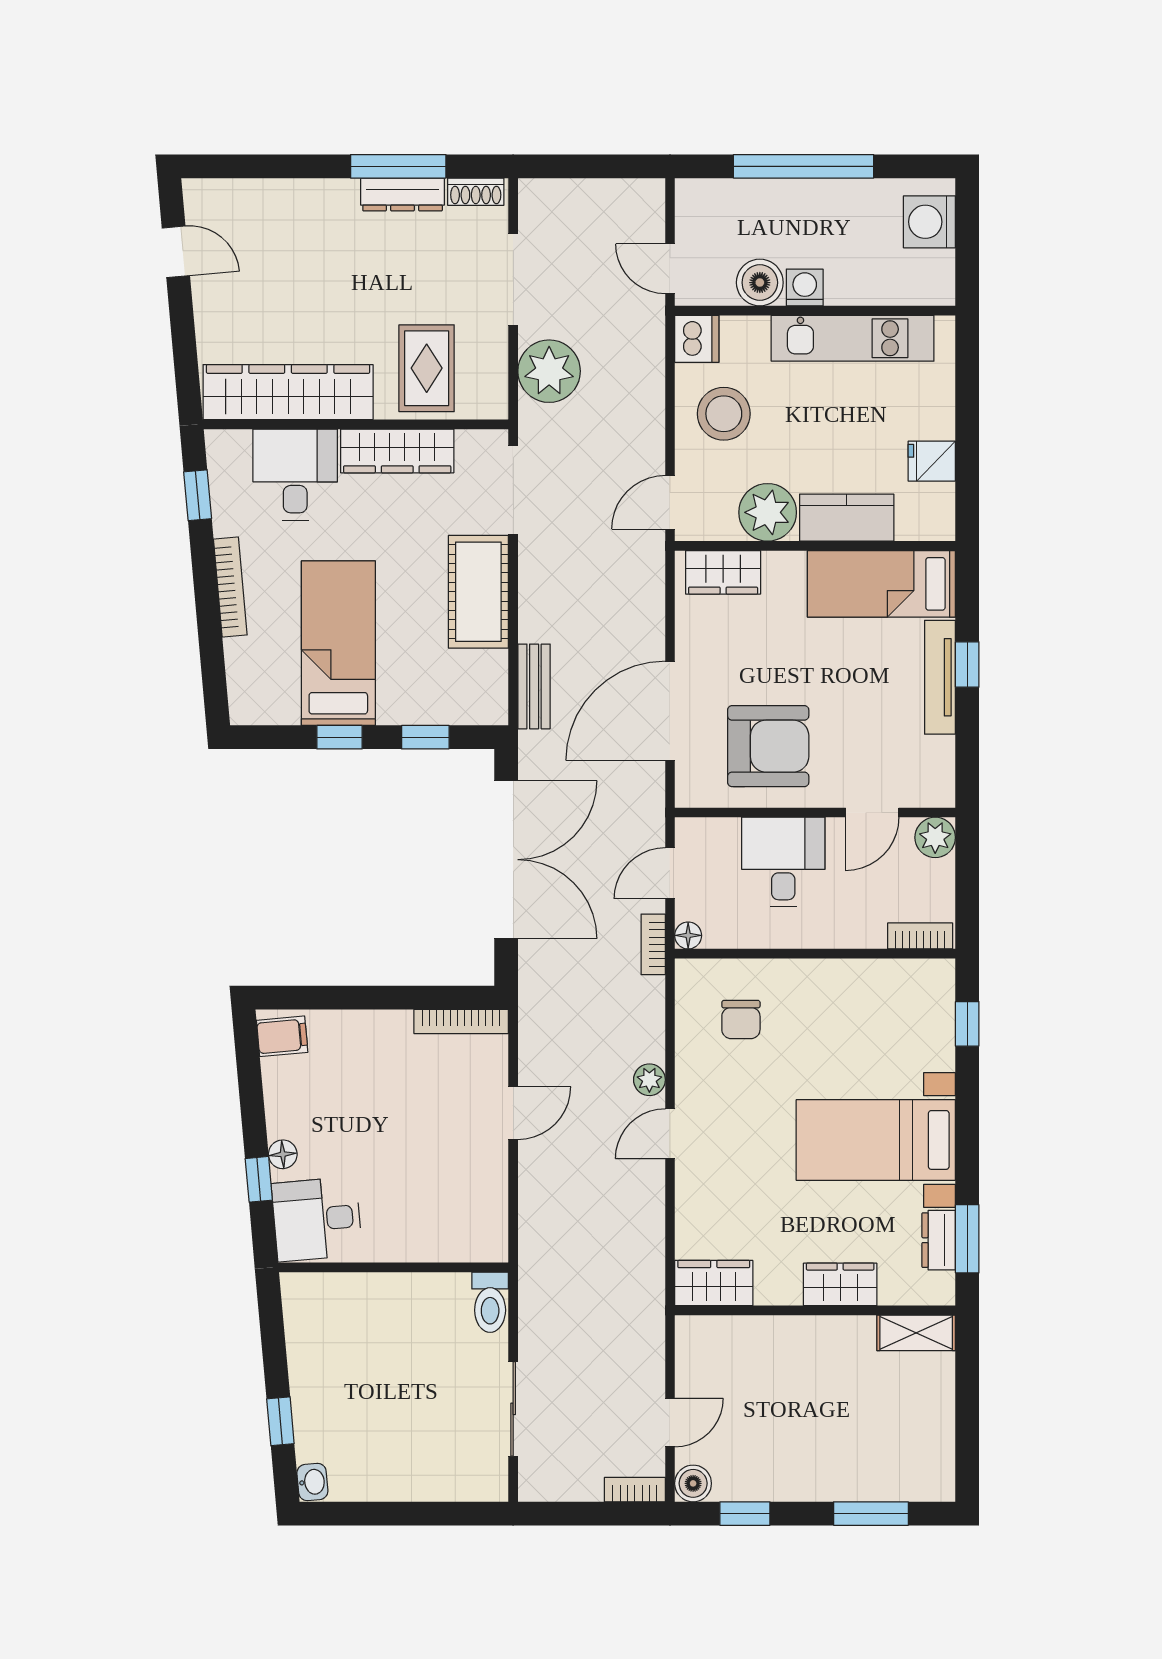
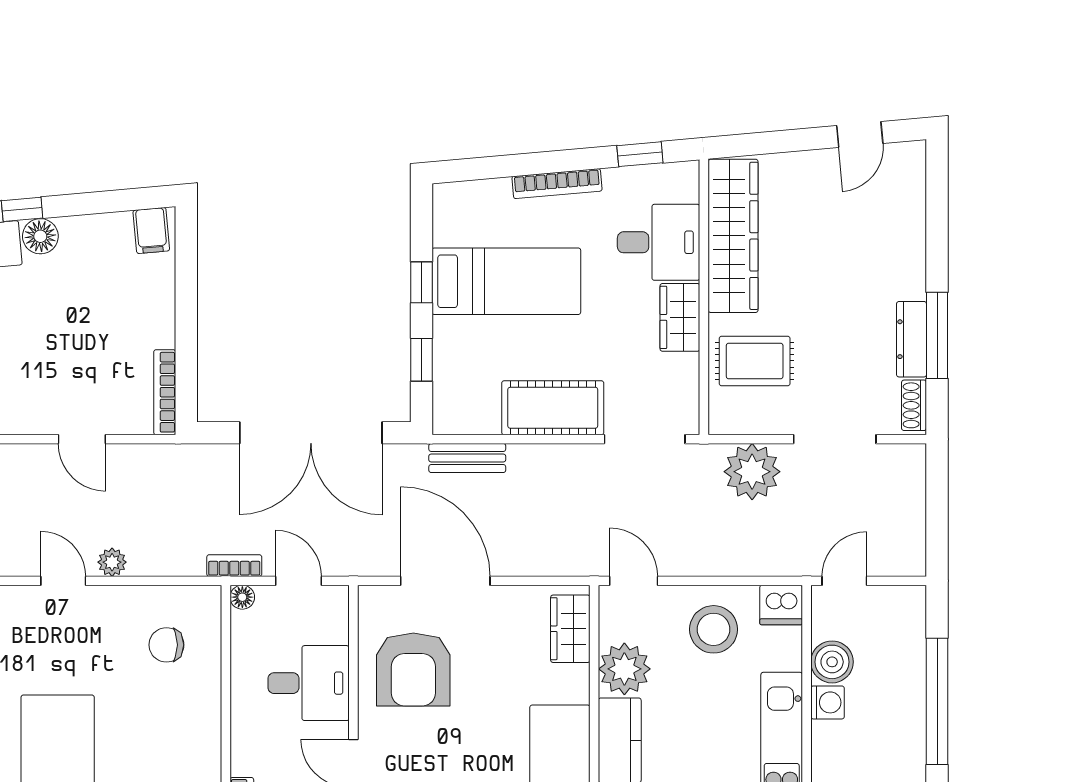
wardrobe: (397, 451) -> (680, 317), width x0.67
floor lamp: (283, 1154) -> (40, 236), width x1.37, depth x1.37

